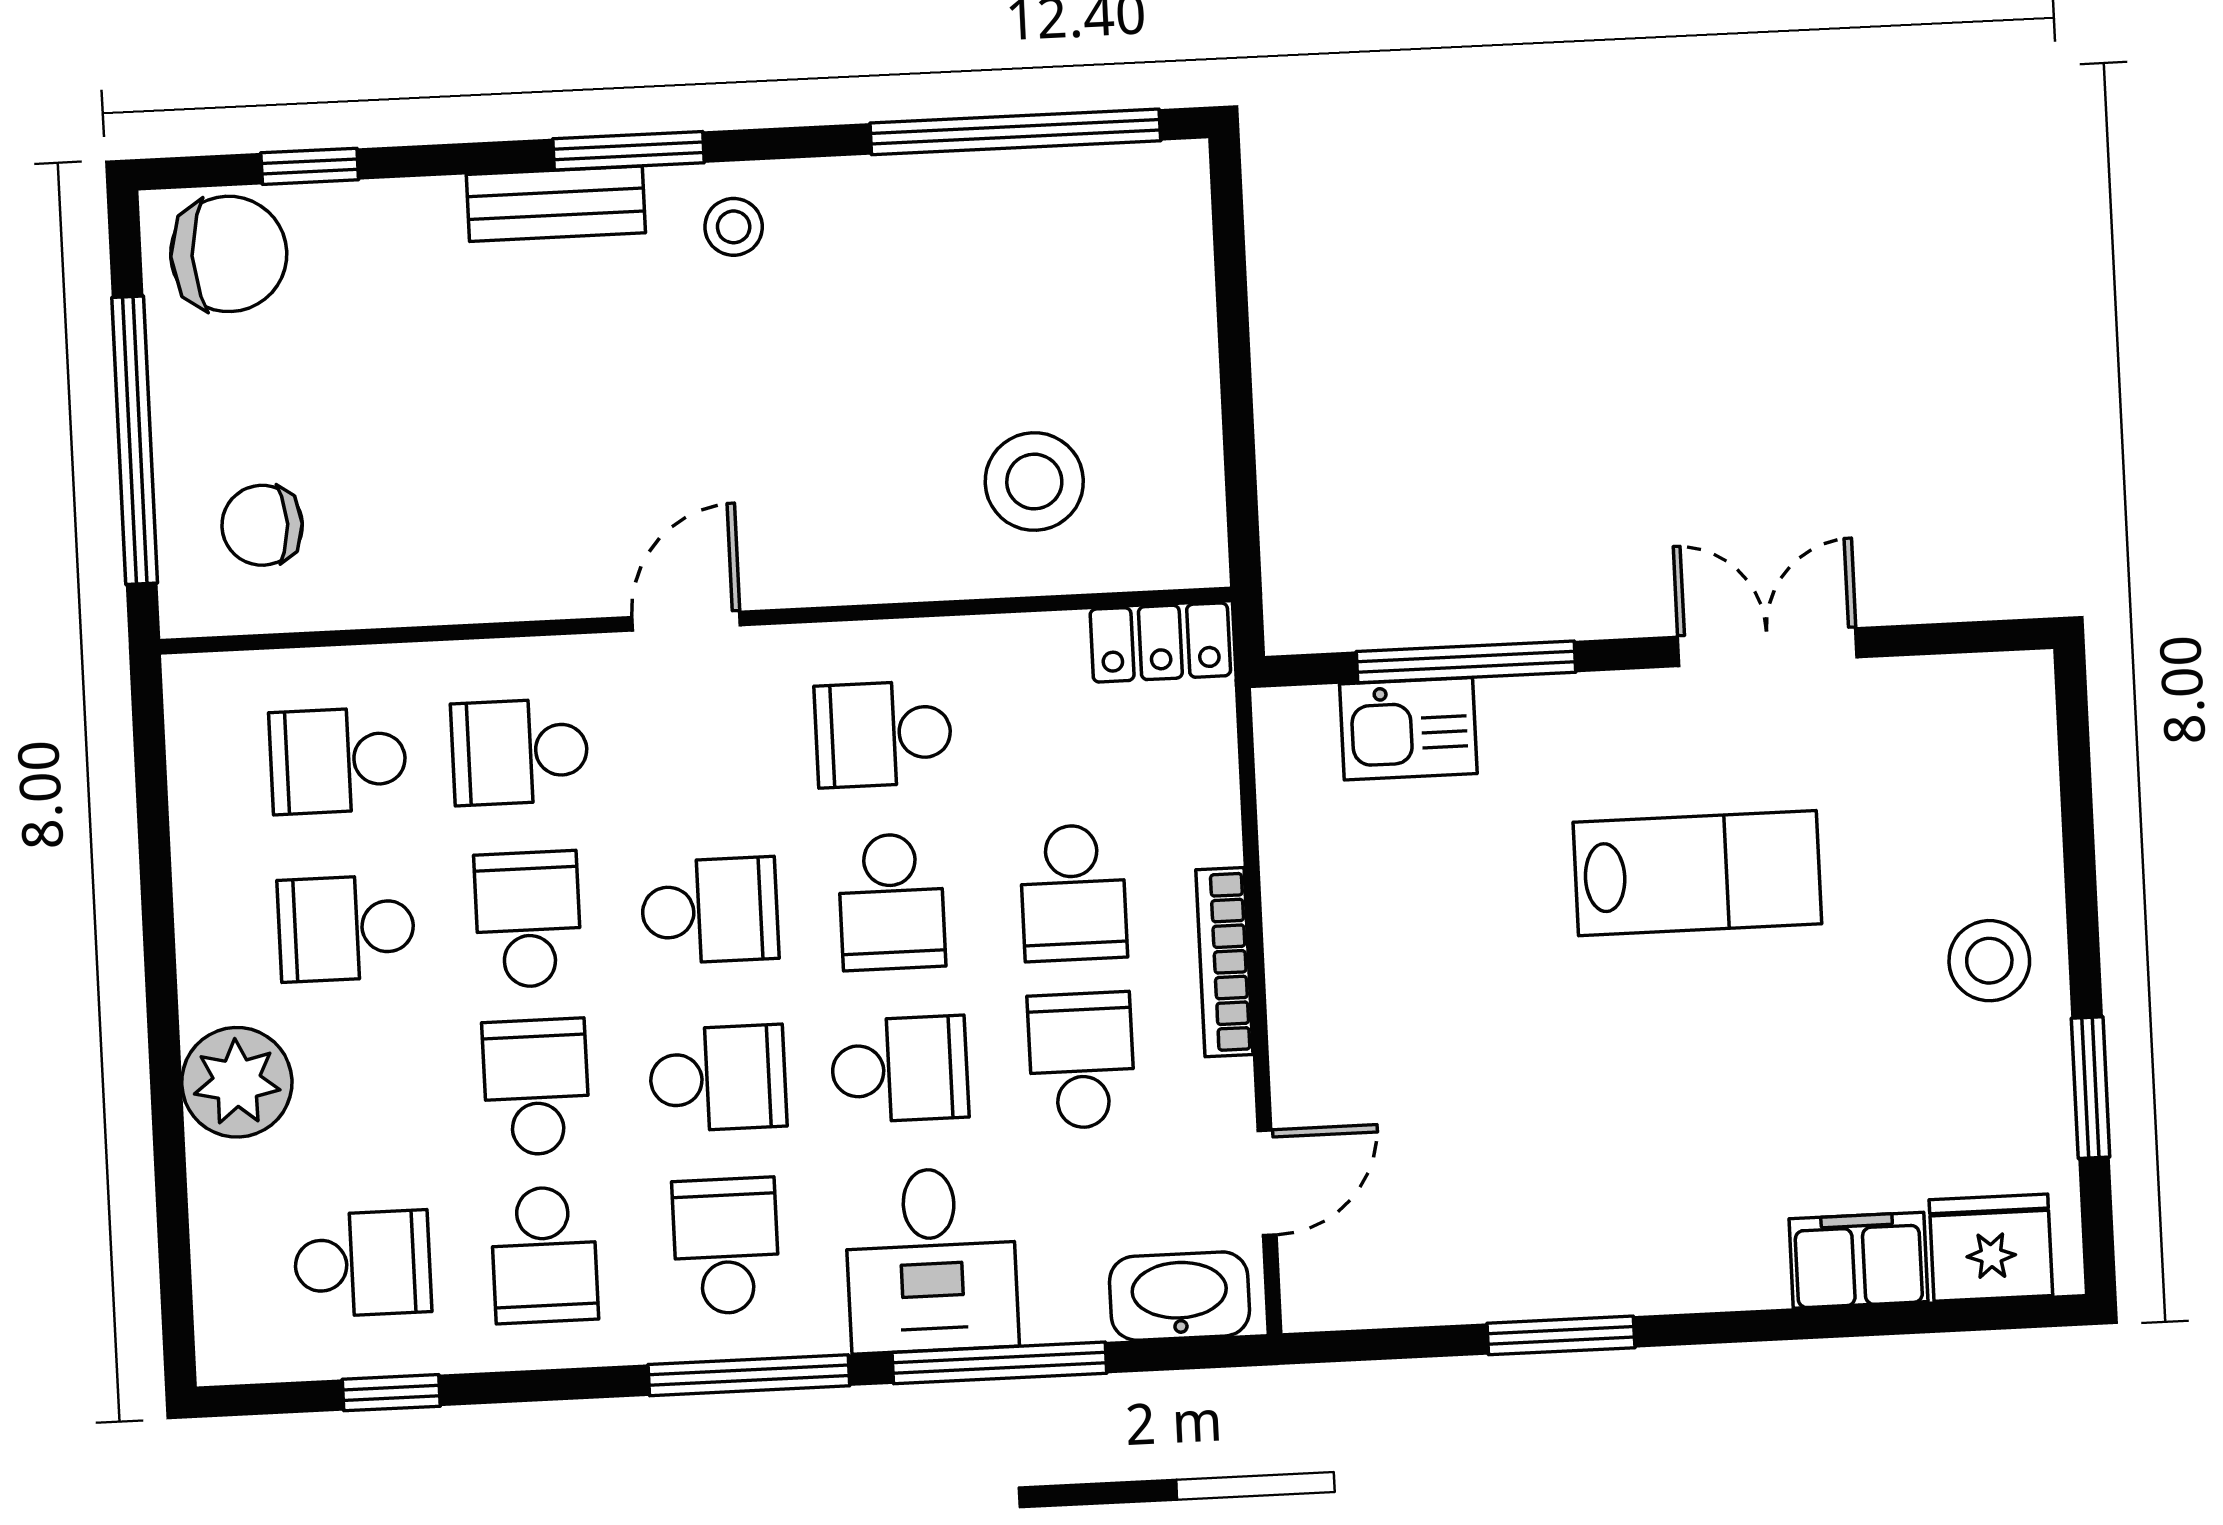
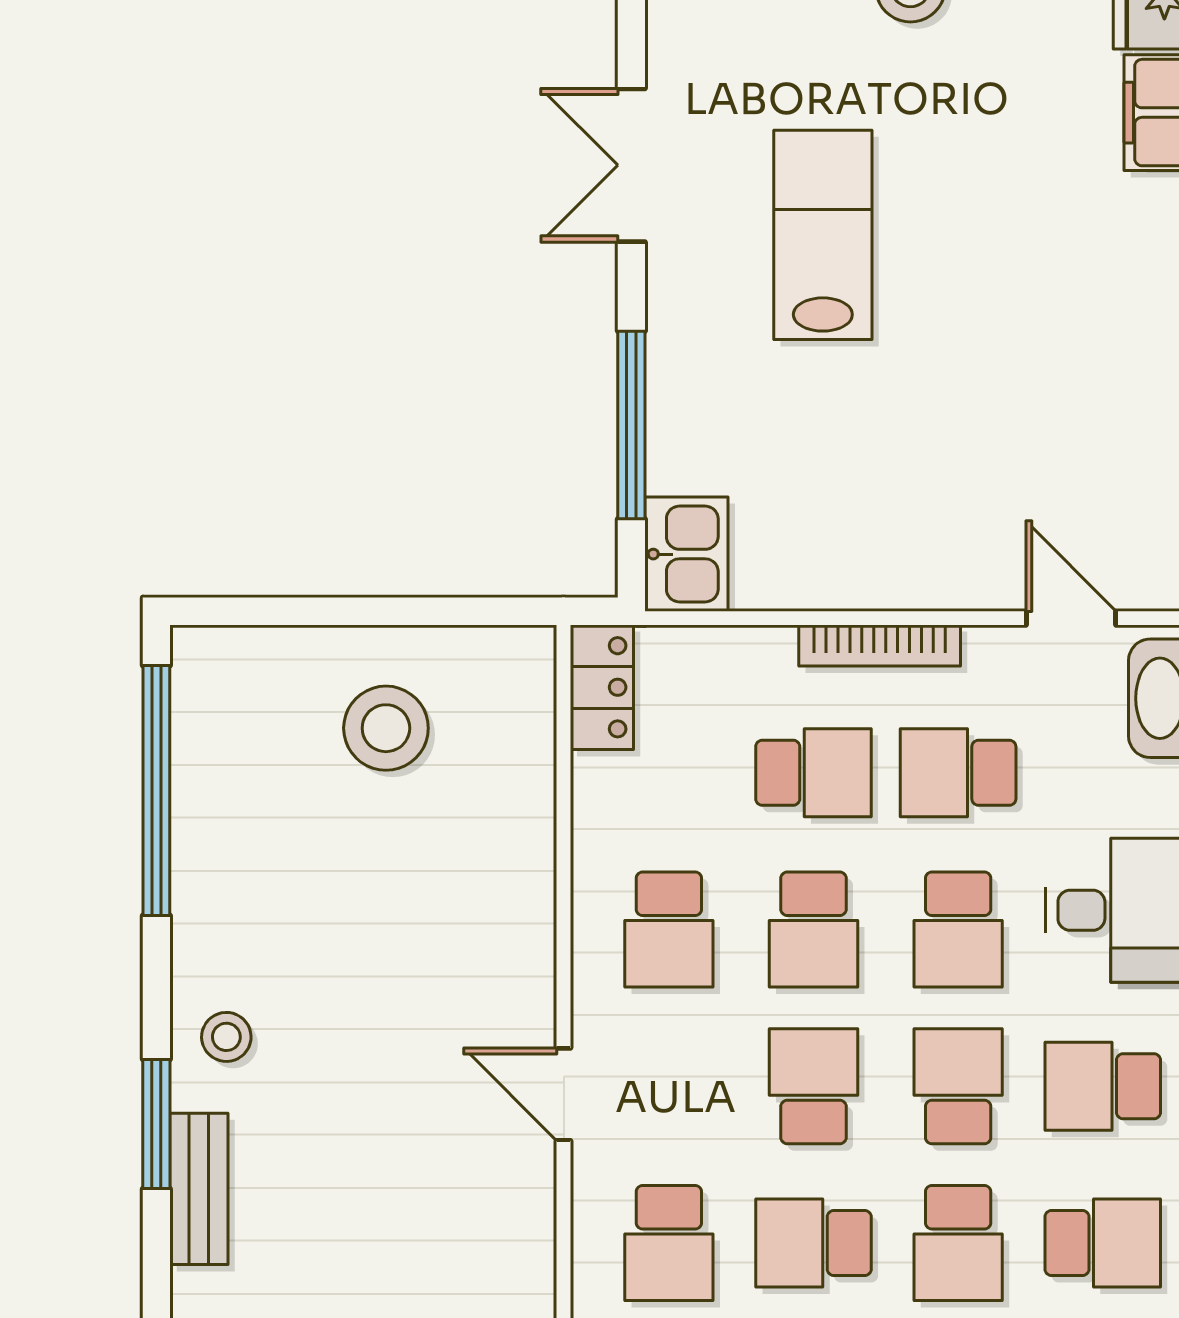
stool: (1034, 482) -> (386, 728), moved
kitchen sink: (1408, 729) -> (686, 554), moved
school desk: (891, 902) -> (813, 929), turned 90
school desk: (900, 1069) -> (958, 929), turned 180
school desk: (536, 1087) -> (958, 1243), turned -90

